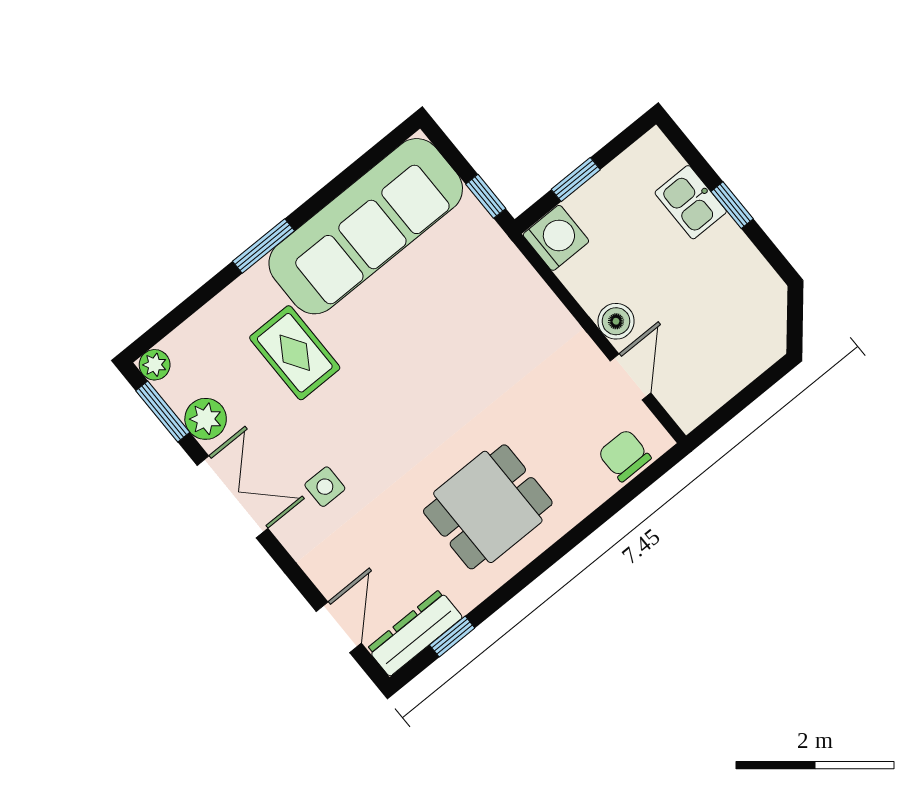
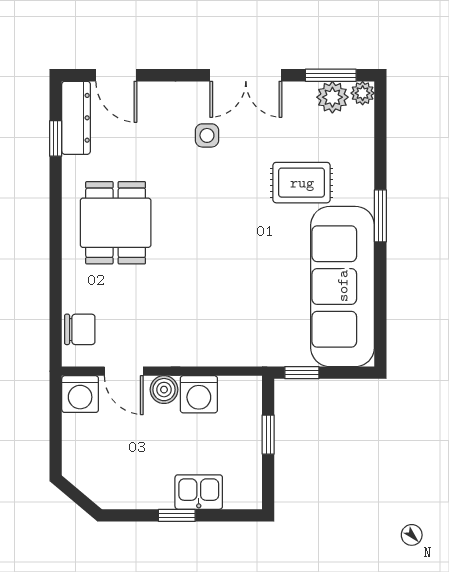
washing machine: (556, 238) -> (199, 394), moved
washing machine: (689, 402) -> (80, 394), added
plant: (206, 419) -> (332, 97), moved

